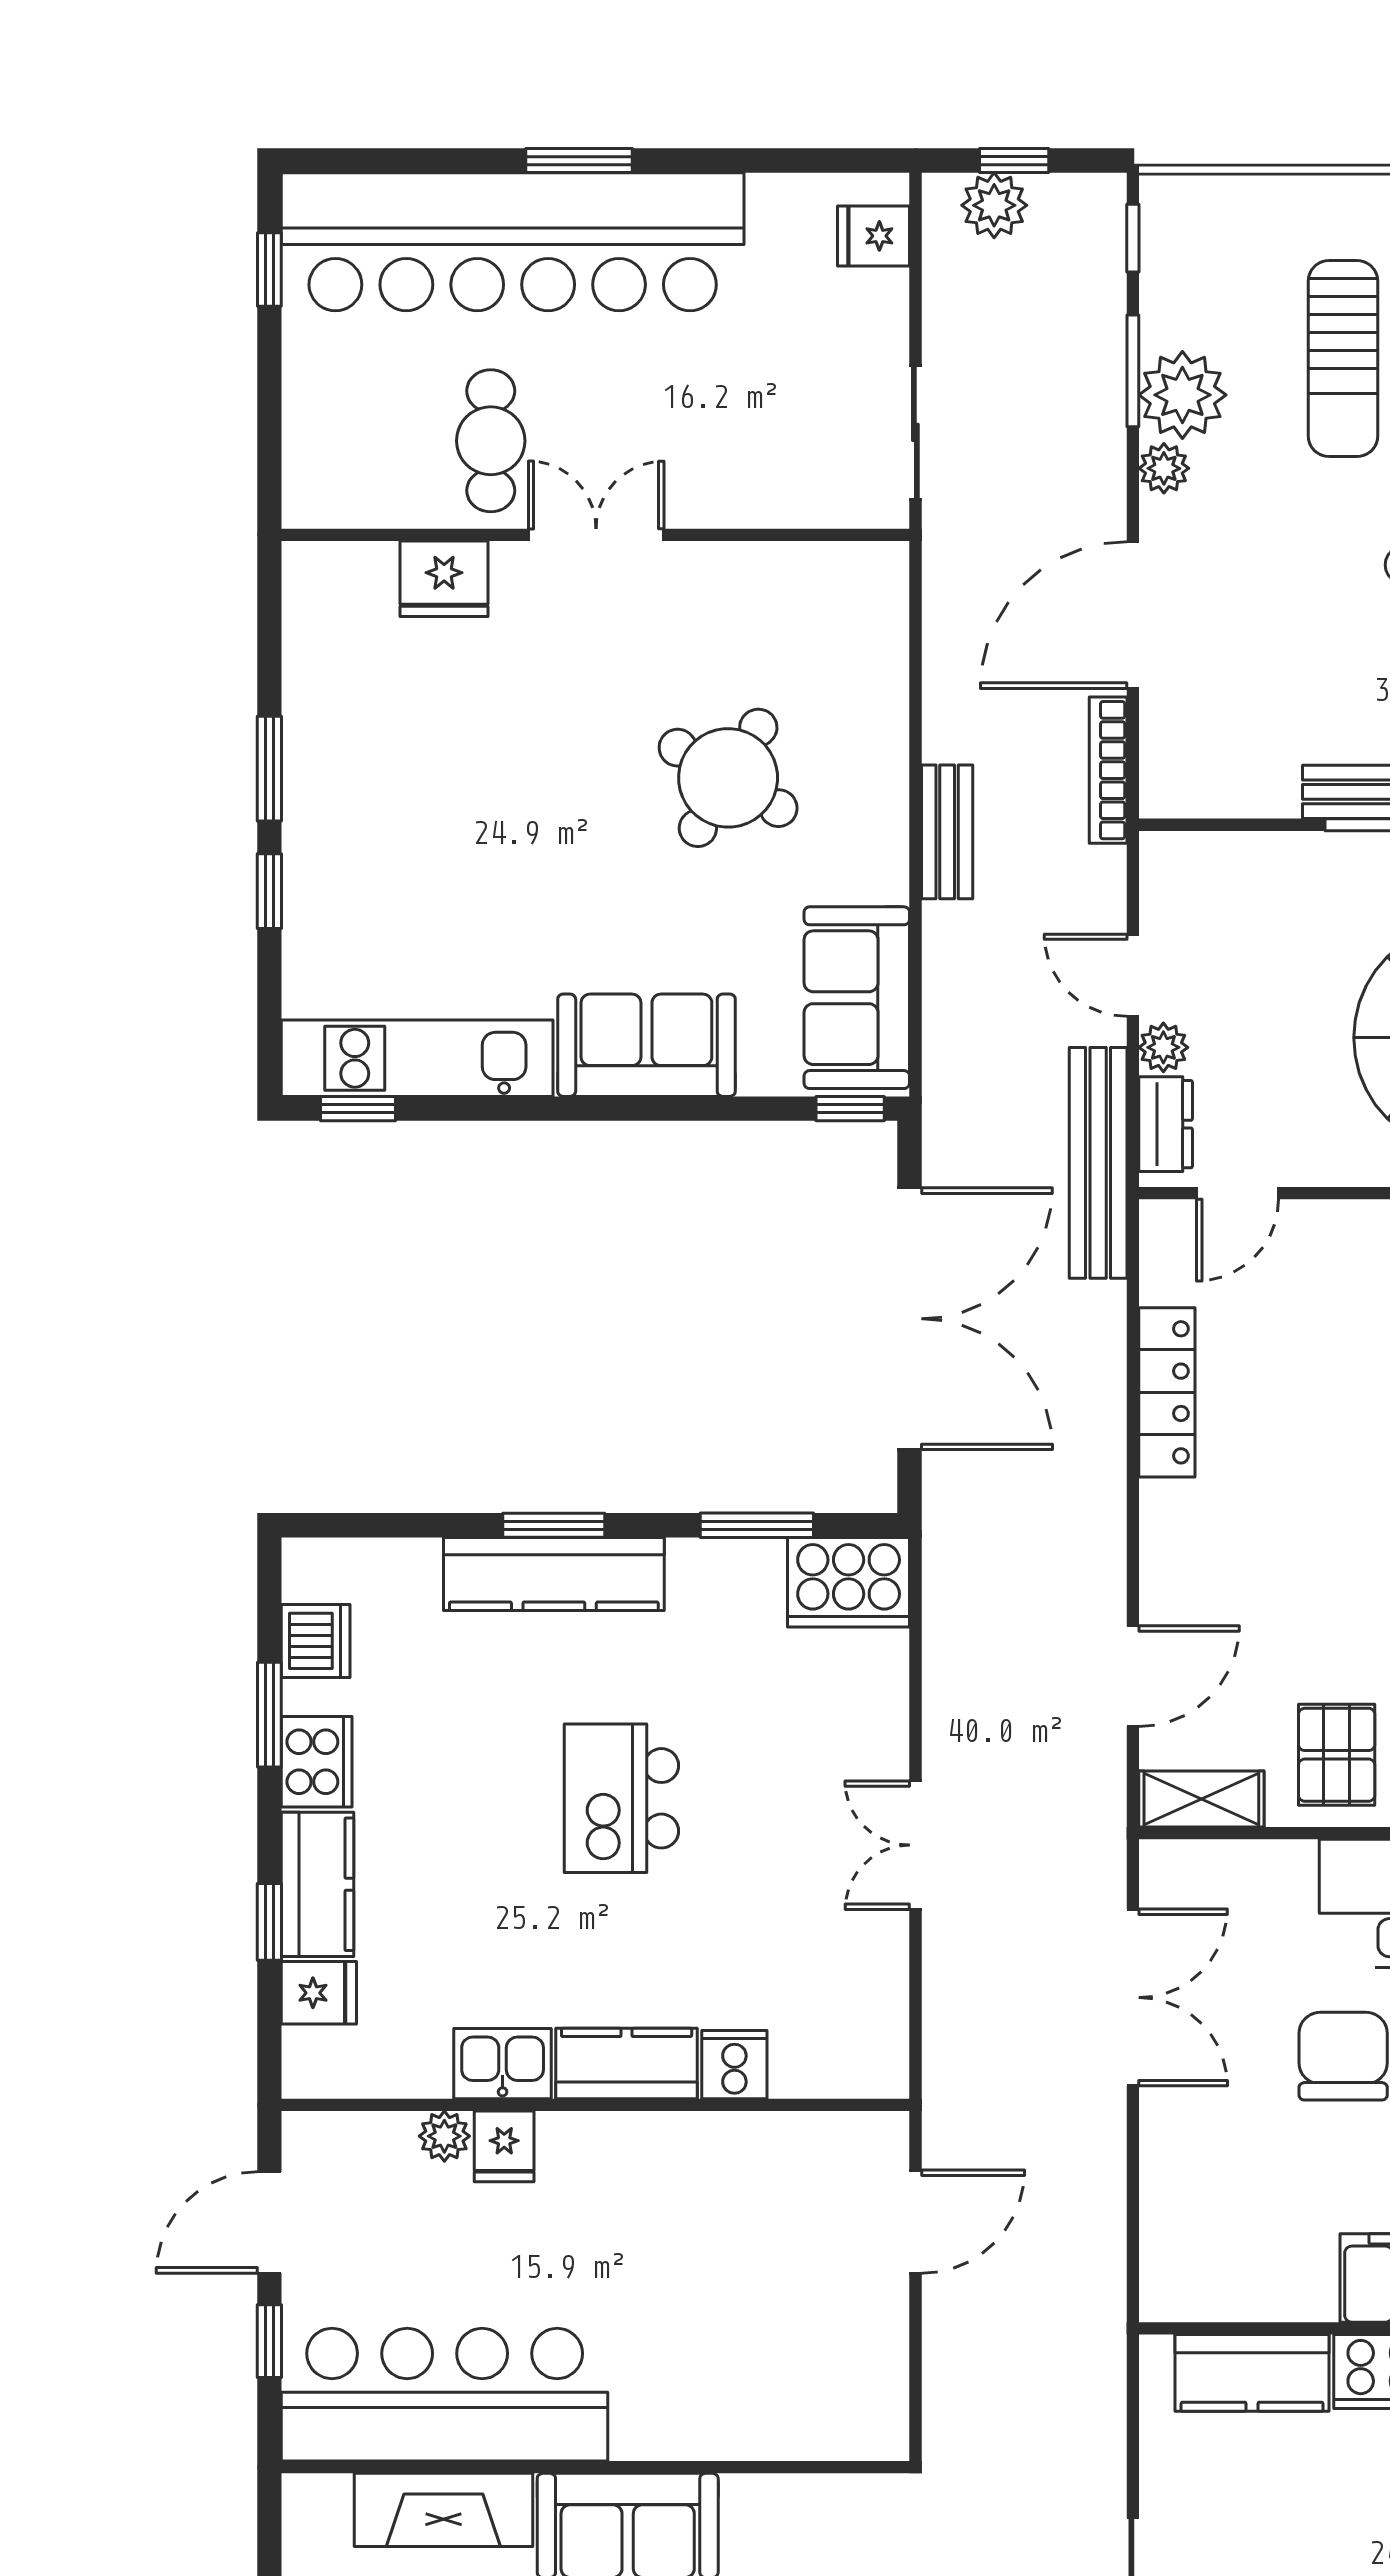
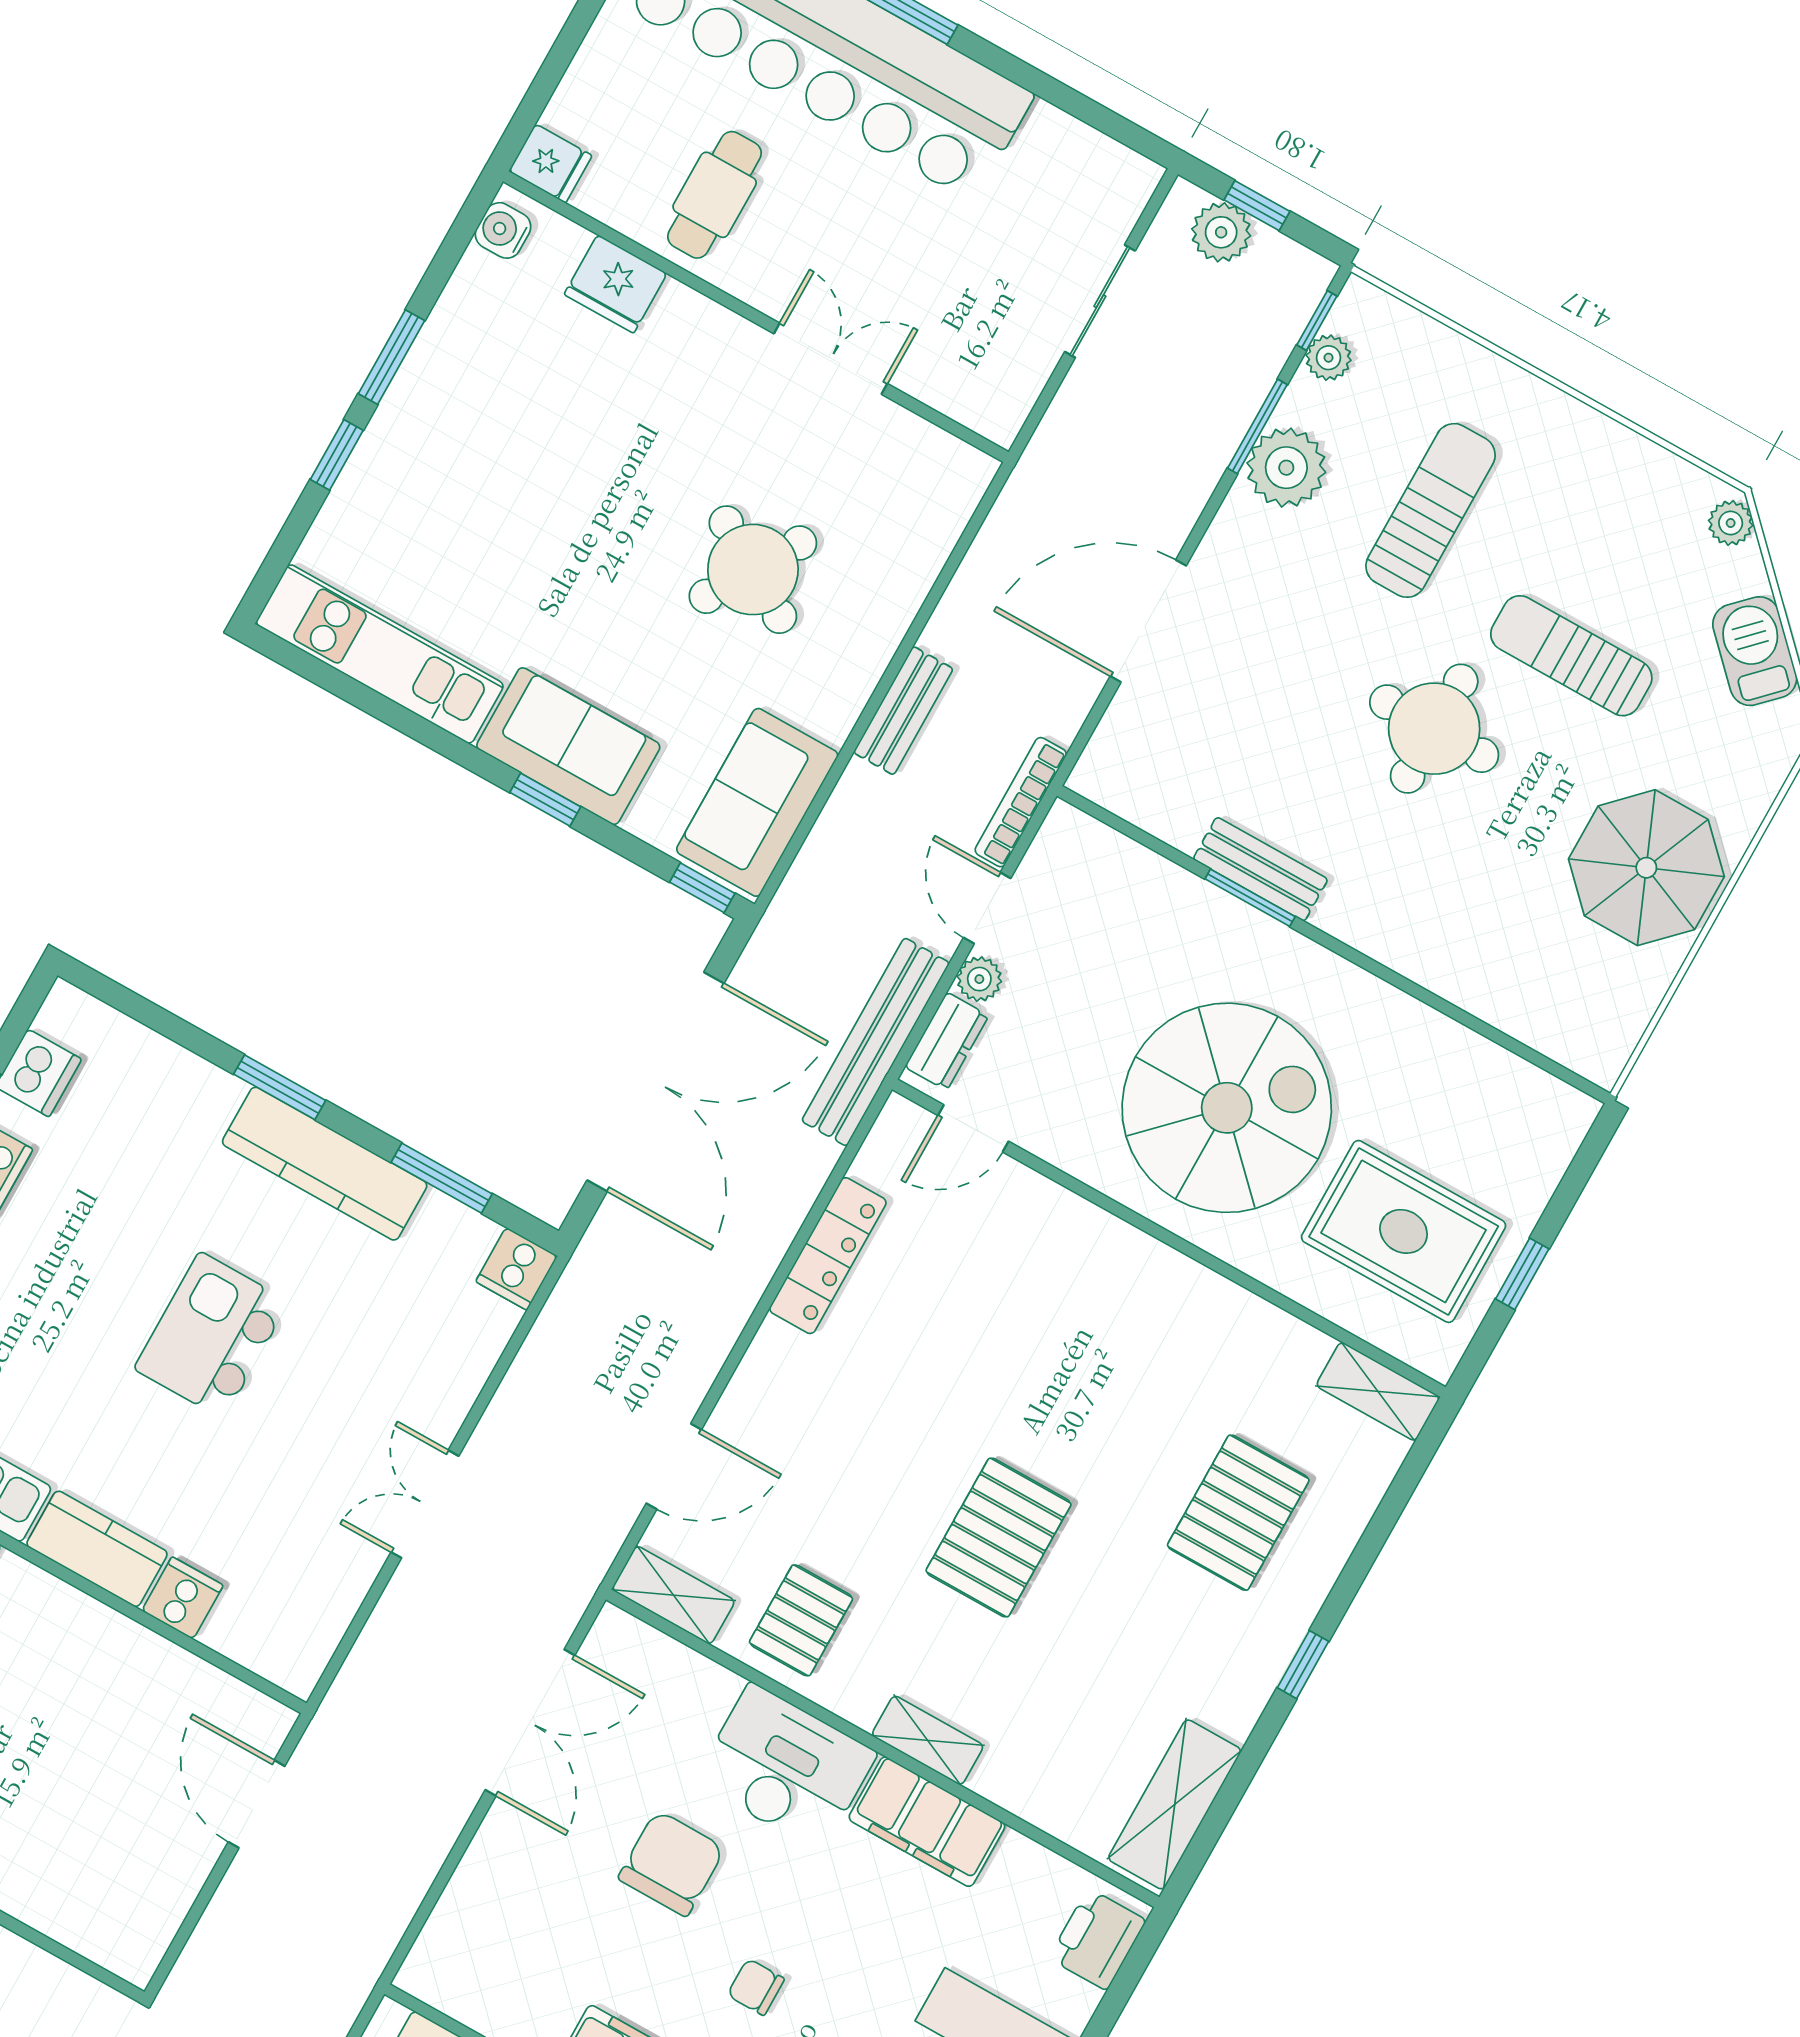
fridge: (874, 236) -> (550, 164), moved, turned 180
sun lounger: (1343, 359) -> (1431, 510), turned 180
sliding door: (915, 432) -> (1100, 301), moved
plant: (1164, 468) -> (1329, 358), moved
double door: (596, 535) -> (831, 359), moved
water cooler: (308, 588) -> (503, 230), added
bookcase: (1108, 770) -> (1021, 802), moved
window: (358, 1109) -> (545, 800), moved
kitchen counter: (554, 1574) -> (325, 1164), moved
cooker: (849, 1582) -> (517, 1269), width x0.53, depth x0.76
door: (915, 2222) -> (257, 1804), swing flipped

